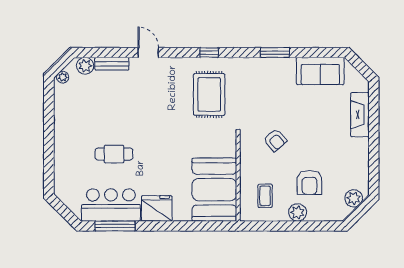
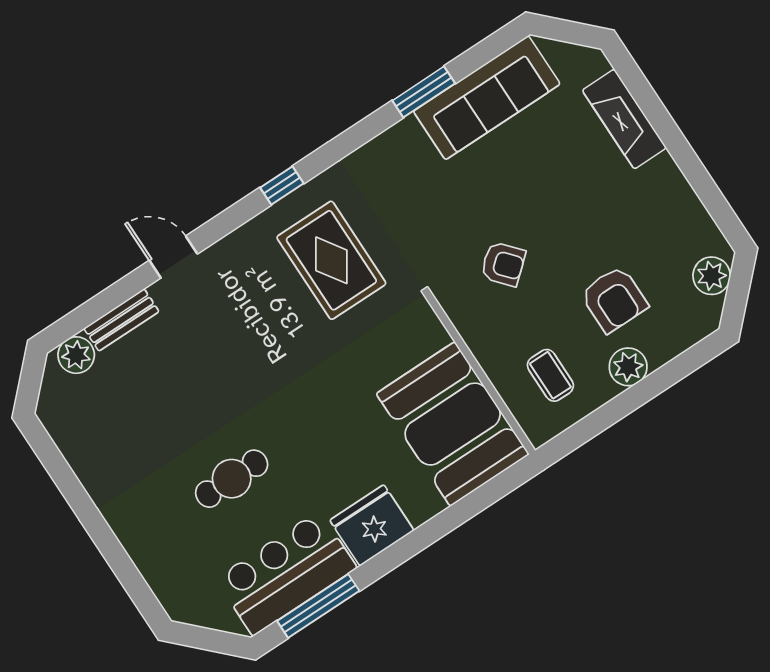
window: (275, 53) -> (424, 92), moved
sofa: (320, 71) -> (487, 98), width x1.36
plant: (63, 77) -> (50, 402), removed

